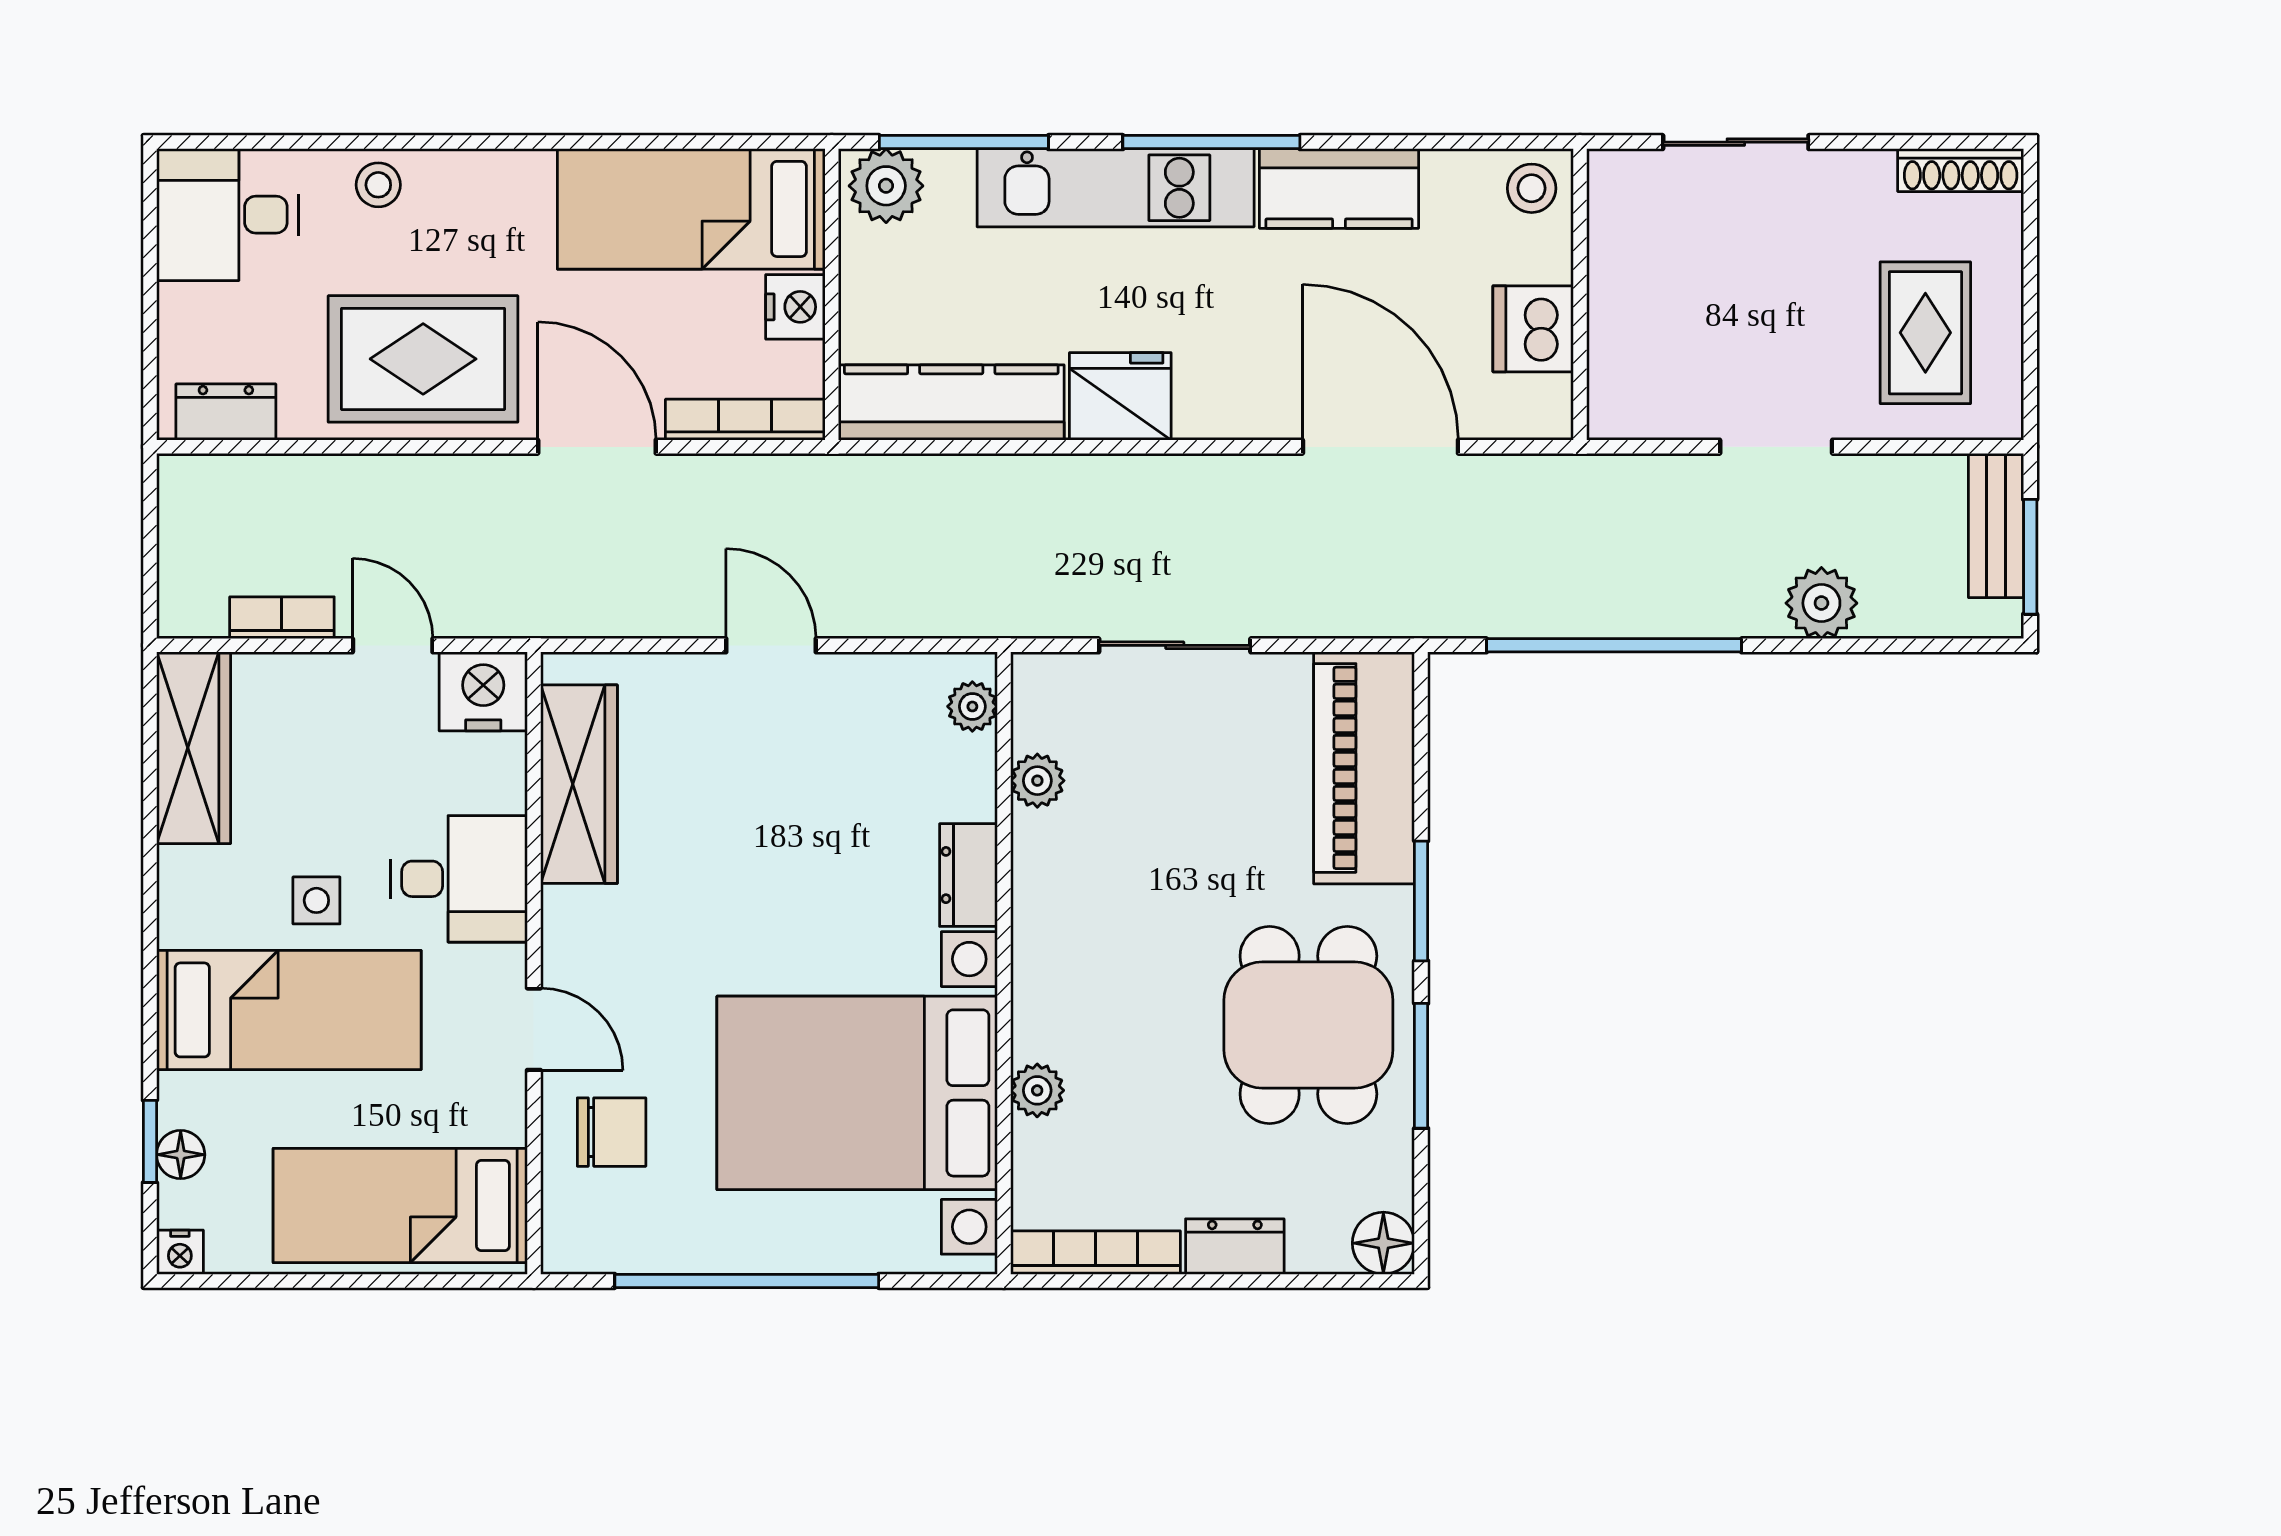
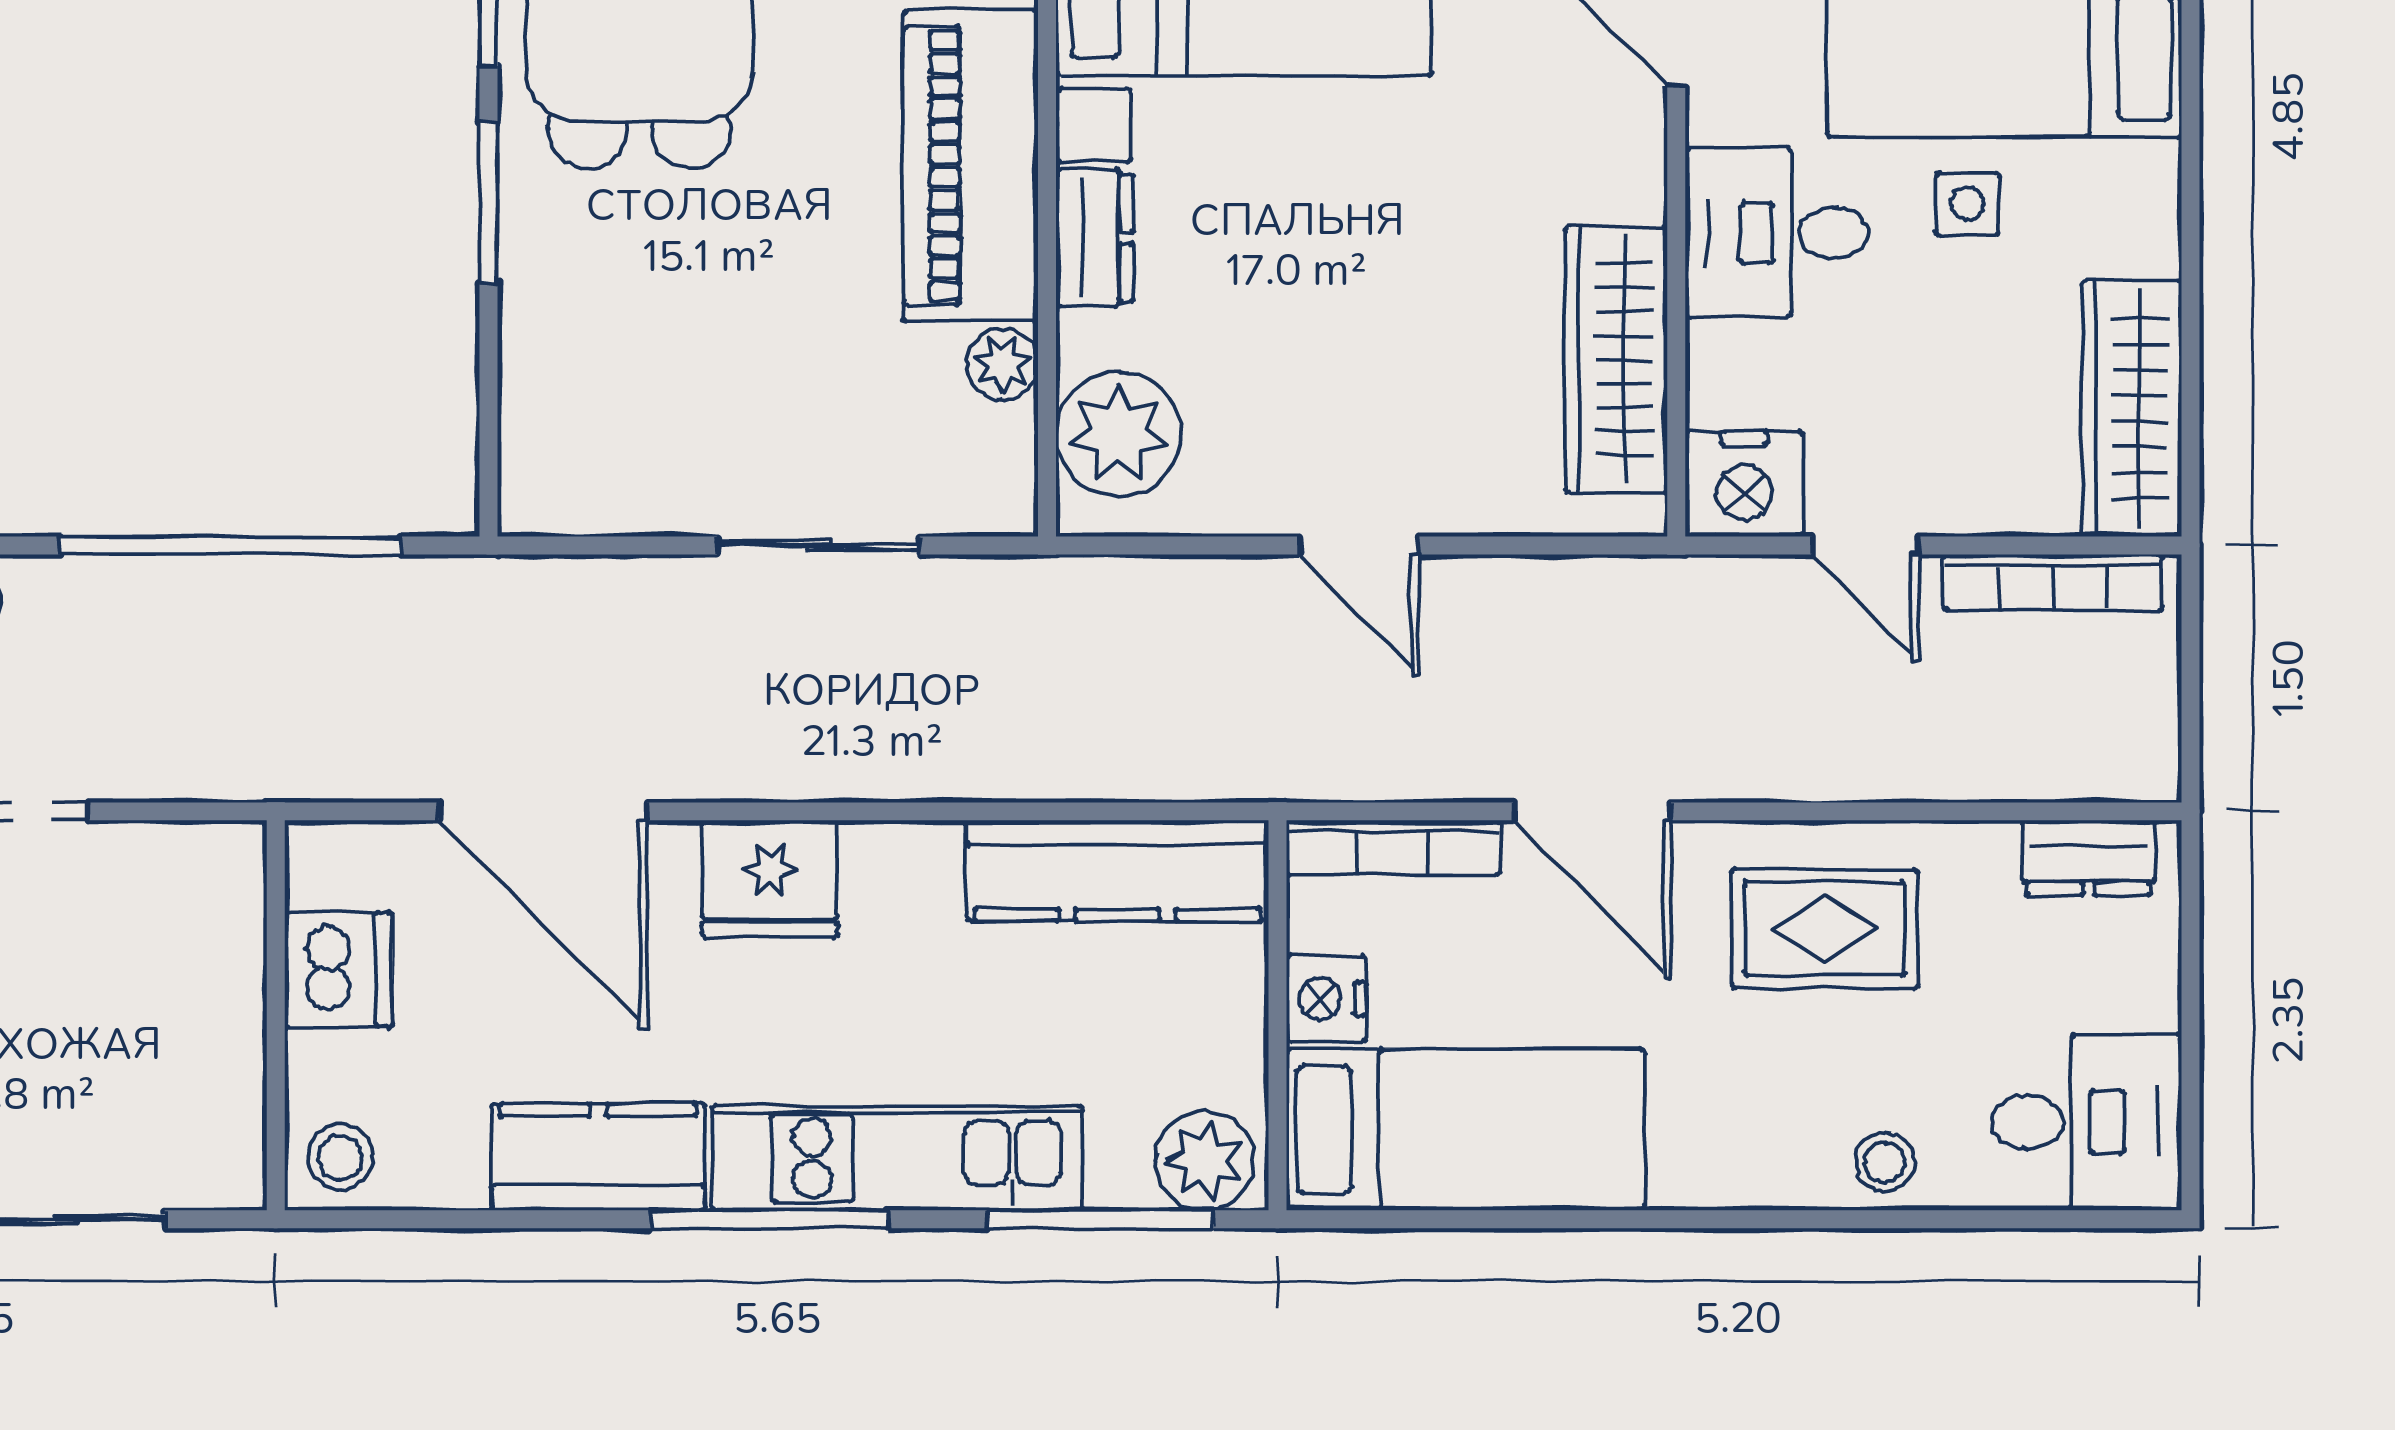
rug: (423, 359) -> (1825, 929), width x0.73, depth x0.70
fridge: (1120, 396) -> (770, 879), moved
bookcase: (282, 618) -> (2053, 582), width x1.56
plant: (972, 706) -> (1118, 434), width x1.88, depth x1.88
piano: (1364, 768) -> (971, 166), moved, turned 180

